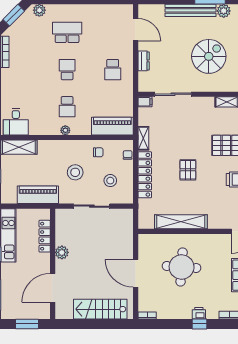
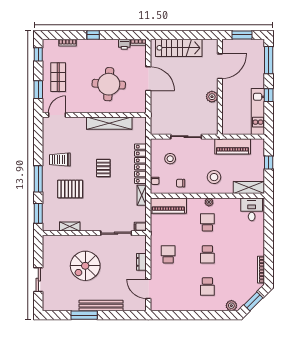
plant: (224, 11) -> (72, 305), removed
school desk: (67, 32) -> (207, 286), width x0.54
stool: (75, 172) -> (214, 177), moved
locker: (45, 236) -> (227, 111), removed
printer: (199, 313) -> (124, 44), moved

